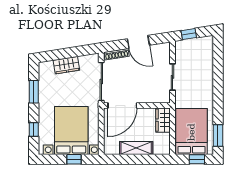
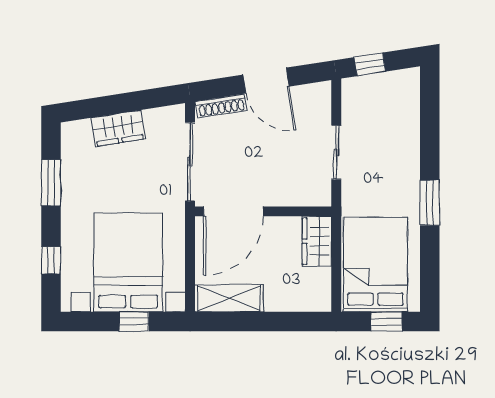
window: (218, 135) -> (430, 203), moved
shelving: (136, 148) -> (229, 298), moved

